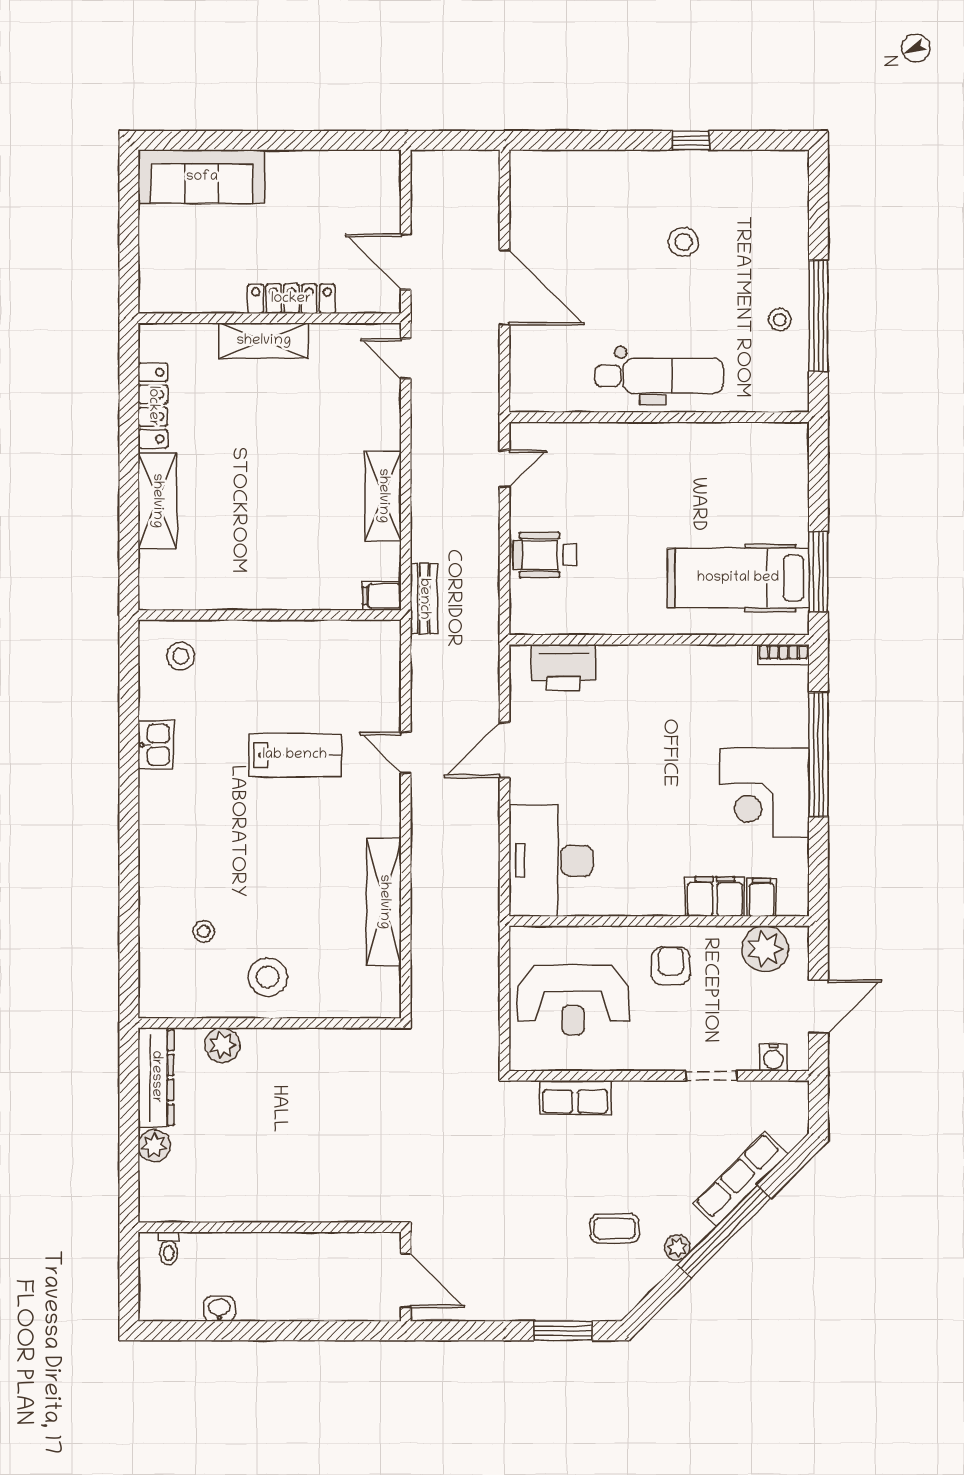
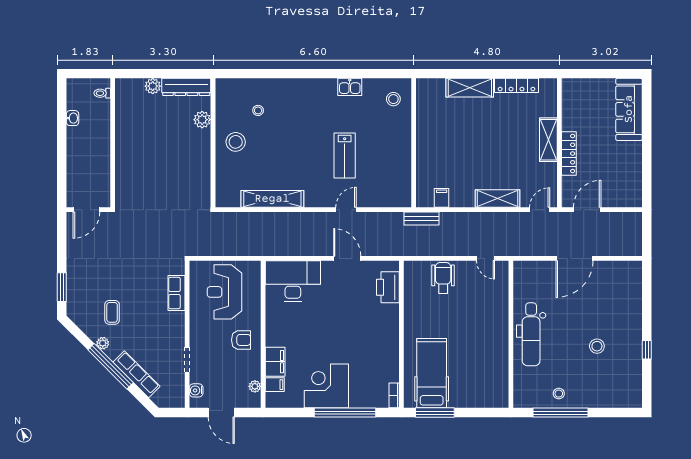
shelving: (383, 496) -> (498, 199), moved
filing cabinet: (382, 596) -> (442, 198), moved
plant: (765, 949) -> (255, 386), width x0.53, depth x0.53

